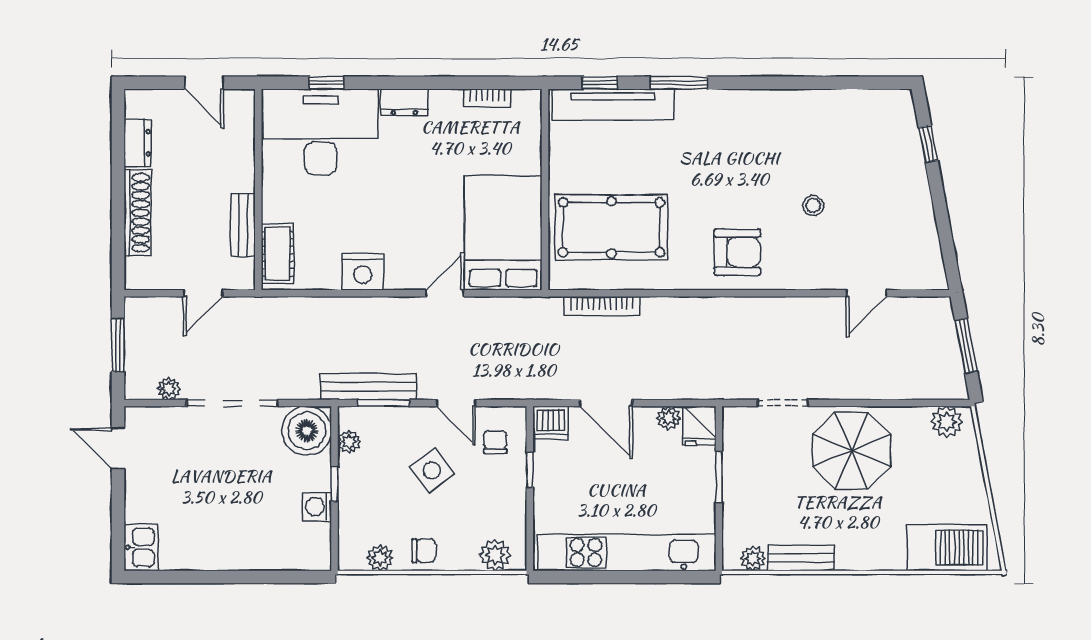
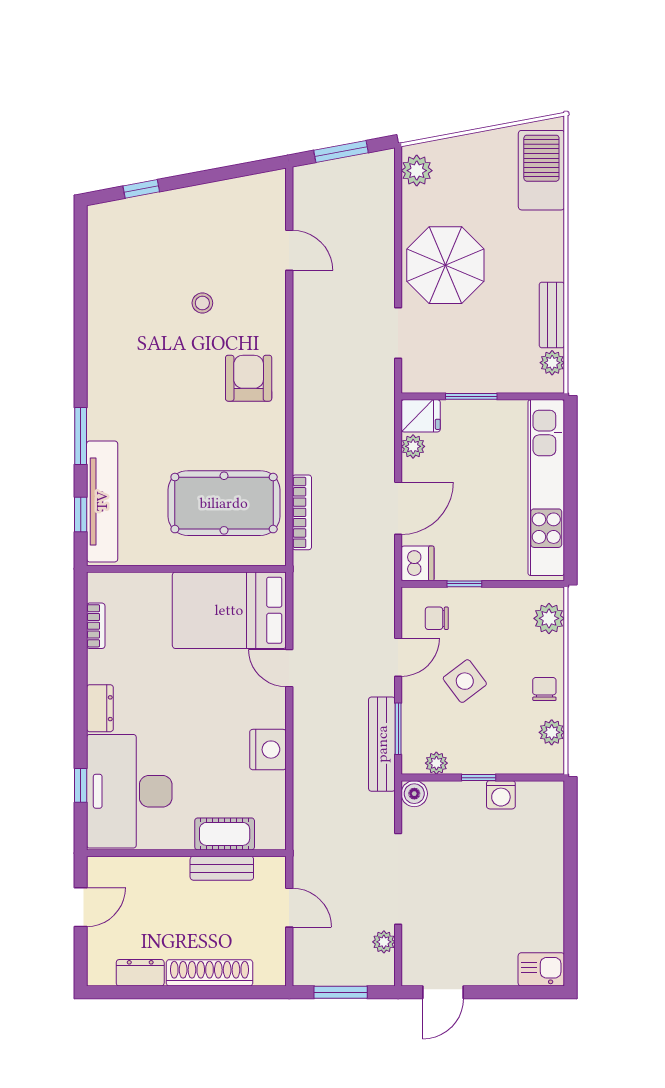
pool table: (611, 227) -> (224, 503), turned 90
cot: (278, 254) -> (225, 834), moved
boiler: (307, 431) -> (414, 794), width x0.54, depth x0.54

